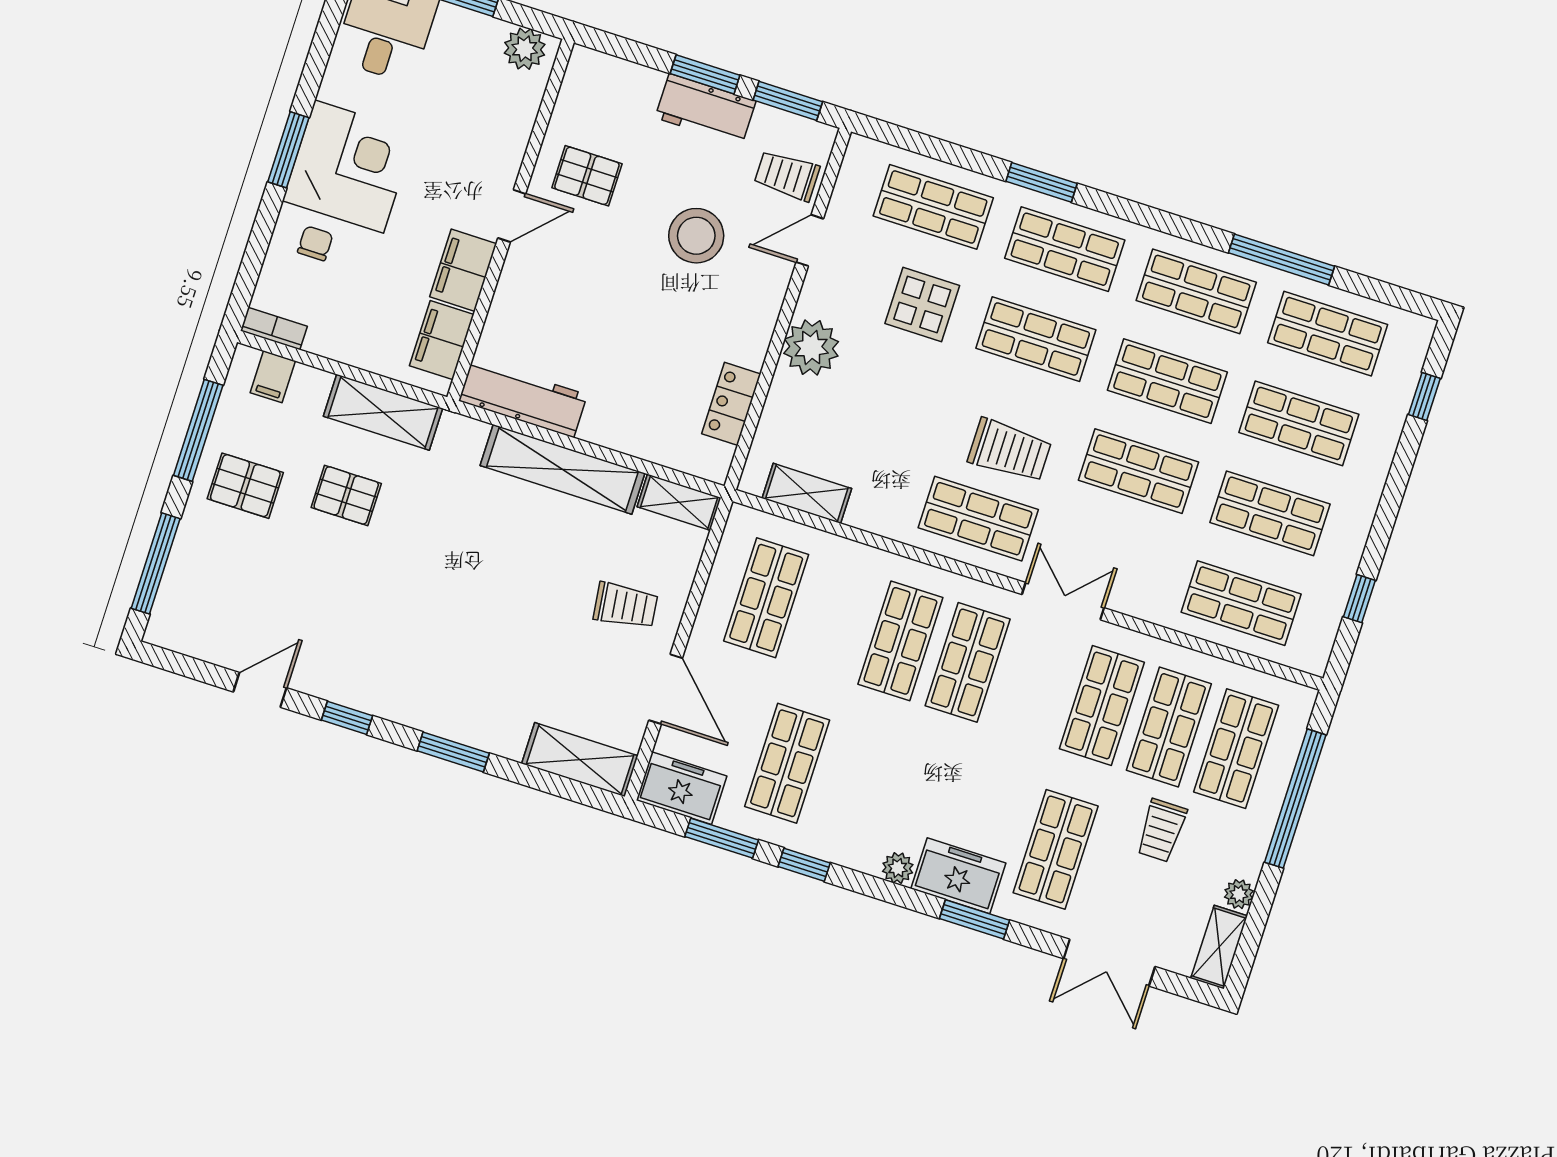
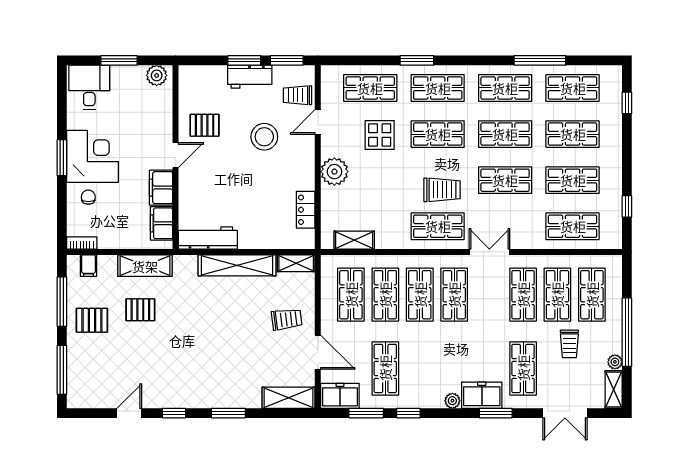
shop shelf: (833, 619) -> (385, 295), added
window: (1295, 799) -> (627, 332), moved

